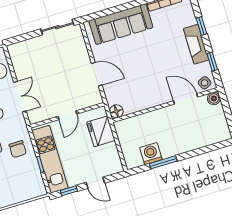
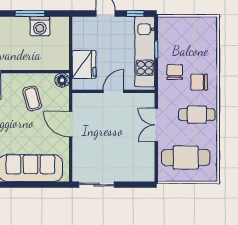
coffee table: (138, 87) -> (32, 98), added

